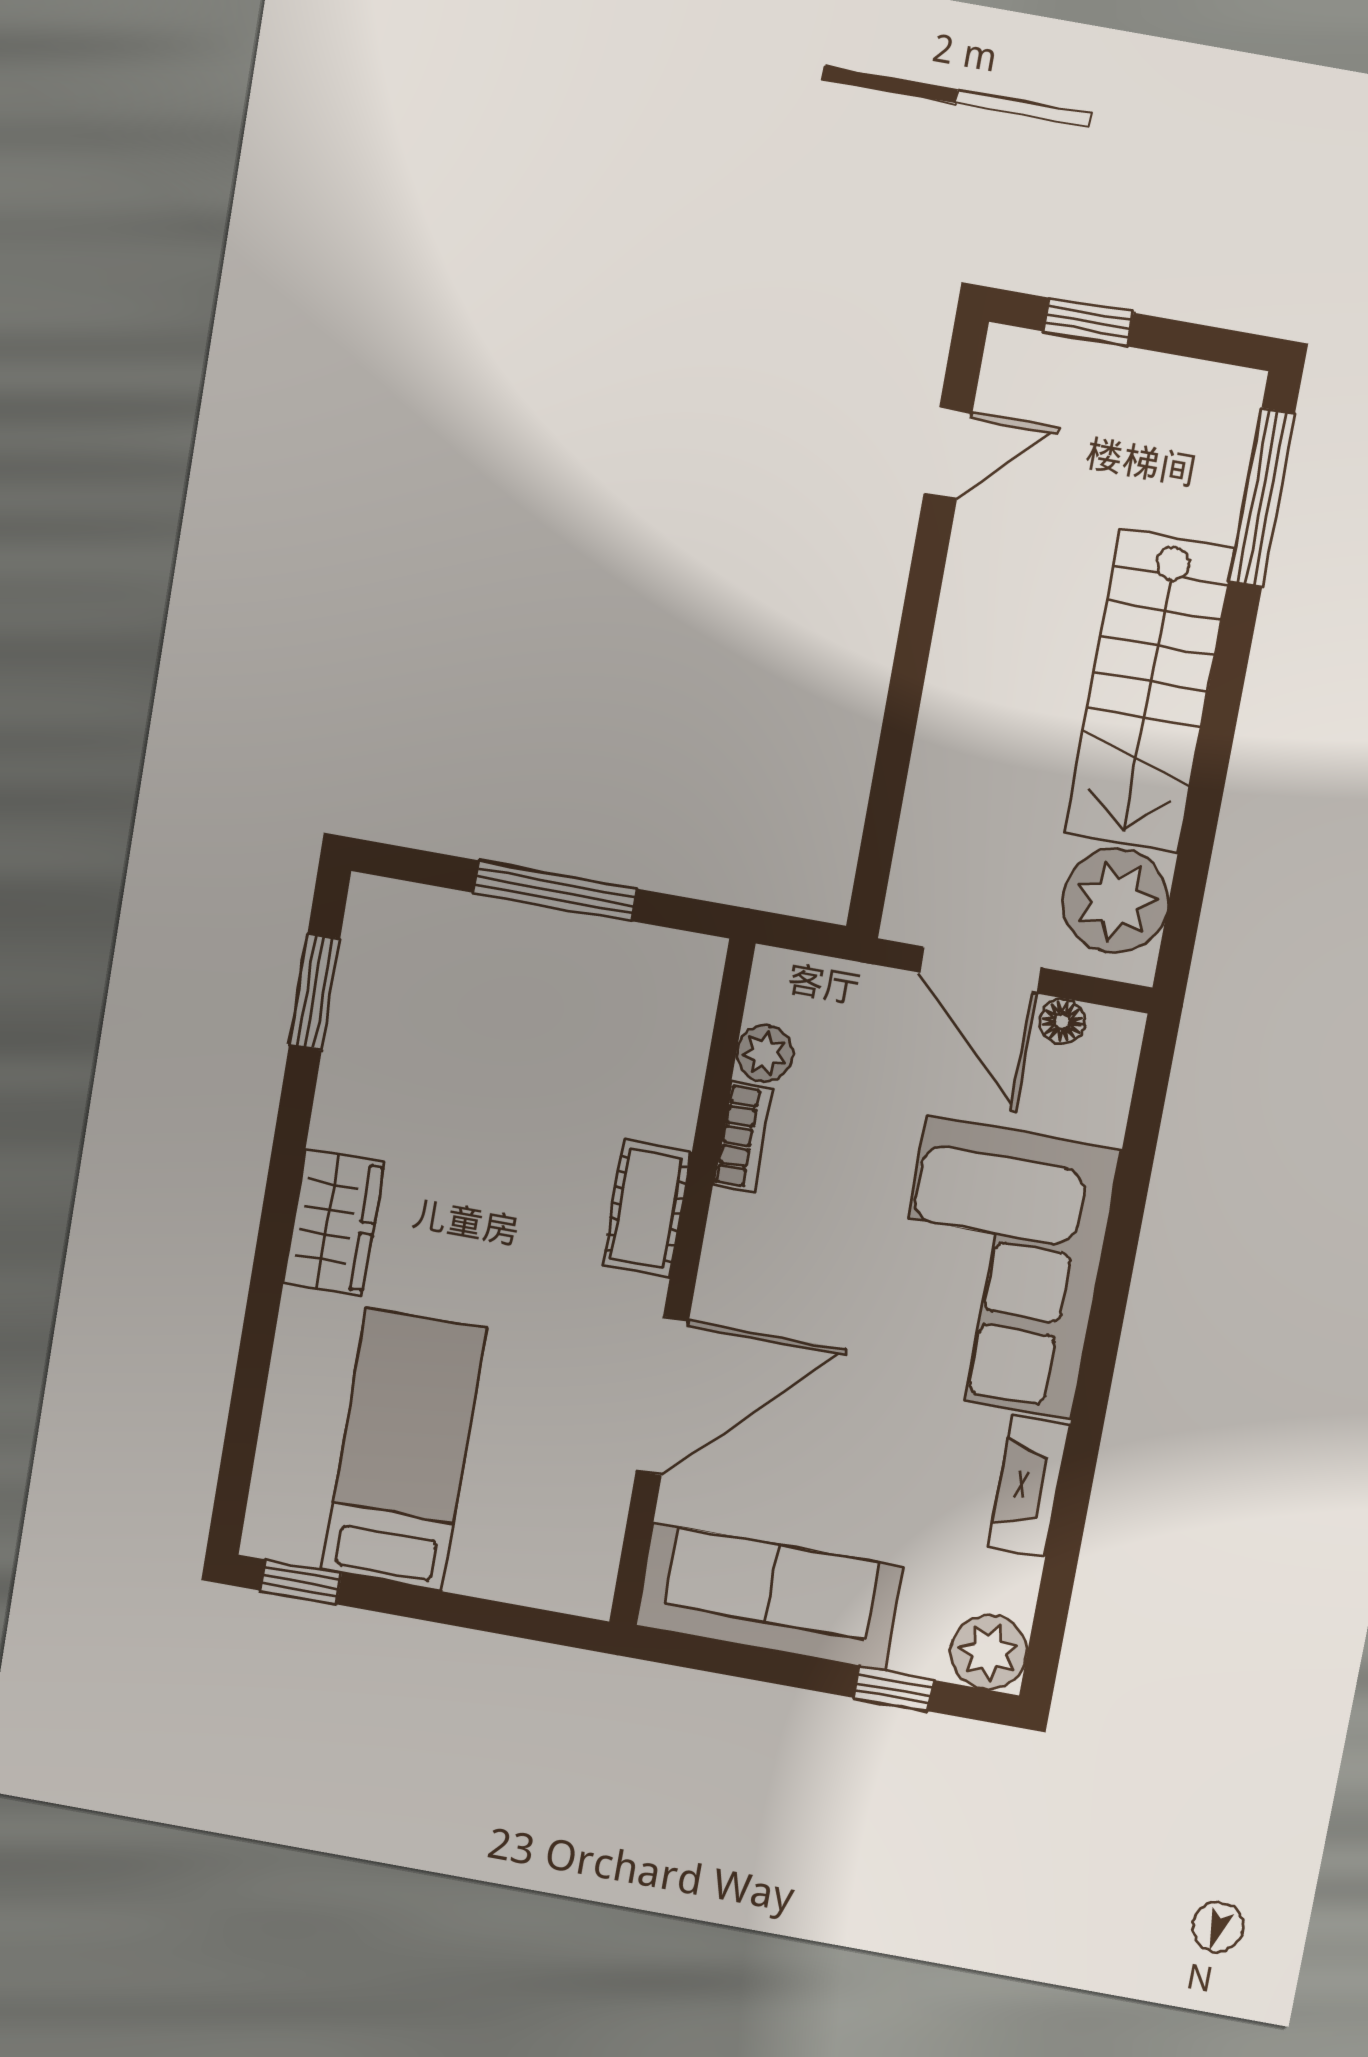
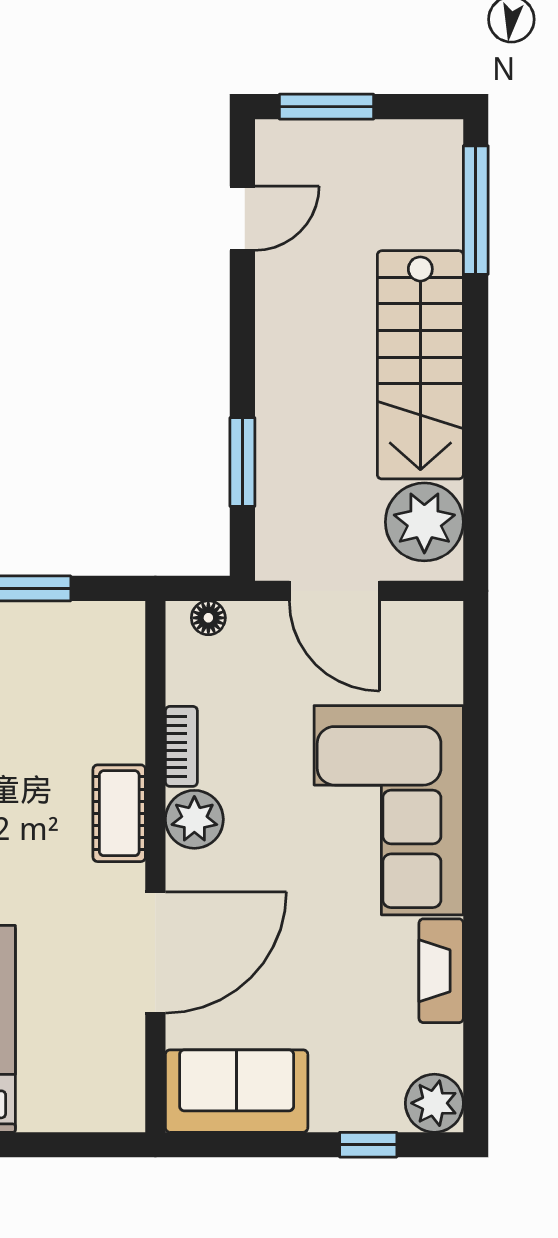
window: (1088, 322) -> (327, 107), width x1.50
window: (890, 779) -> (242, 462), added
floor lamp: (1062, 1021) -> (208, 618), moved
plant: (765, 1053) -> (194, 819), moved, width x1.38, depth x1.38
sofa: (769, 1597) -> (237, 1091), width x0.73

